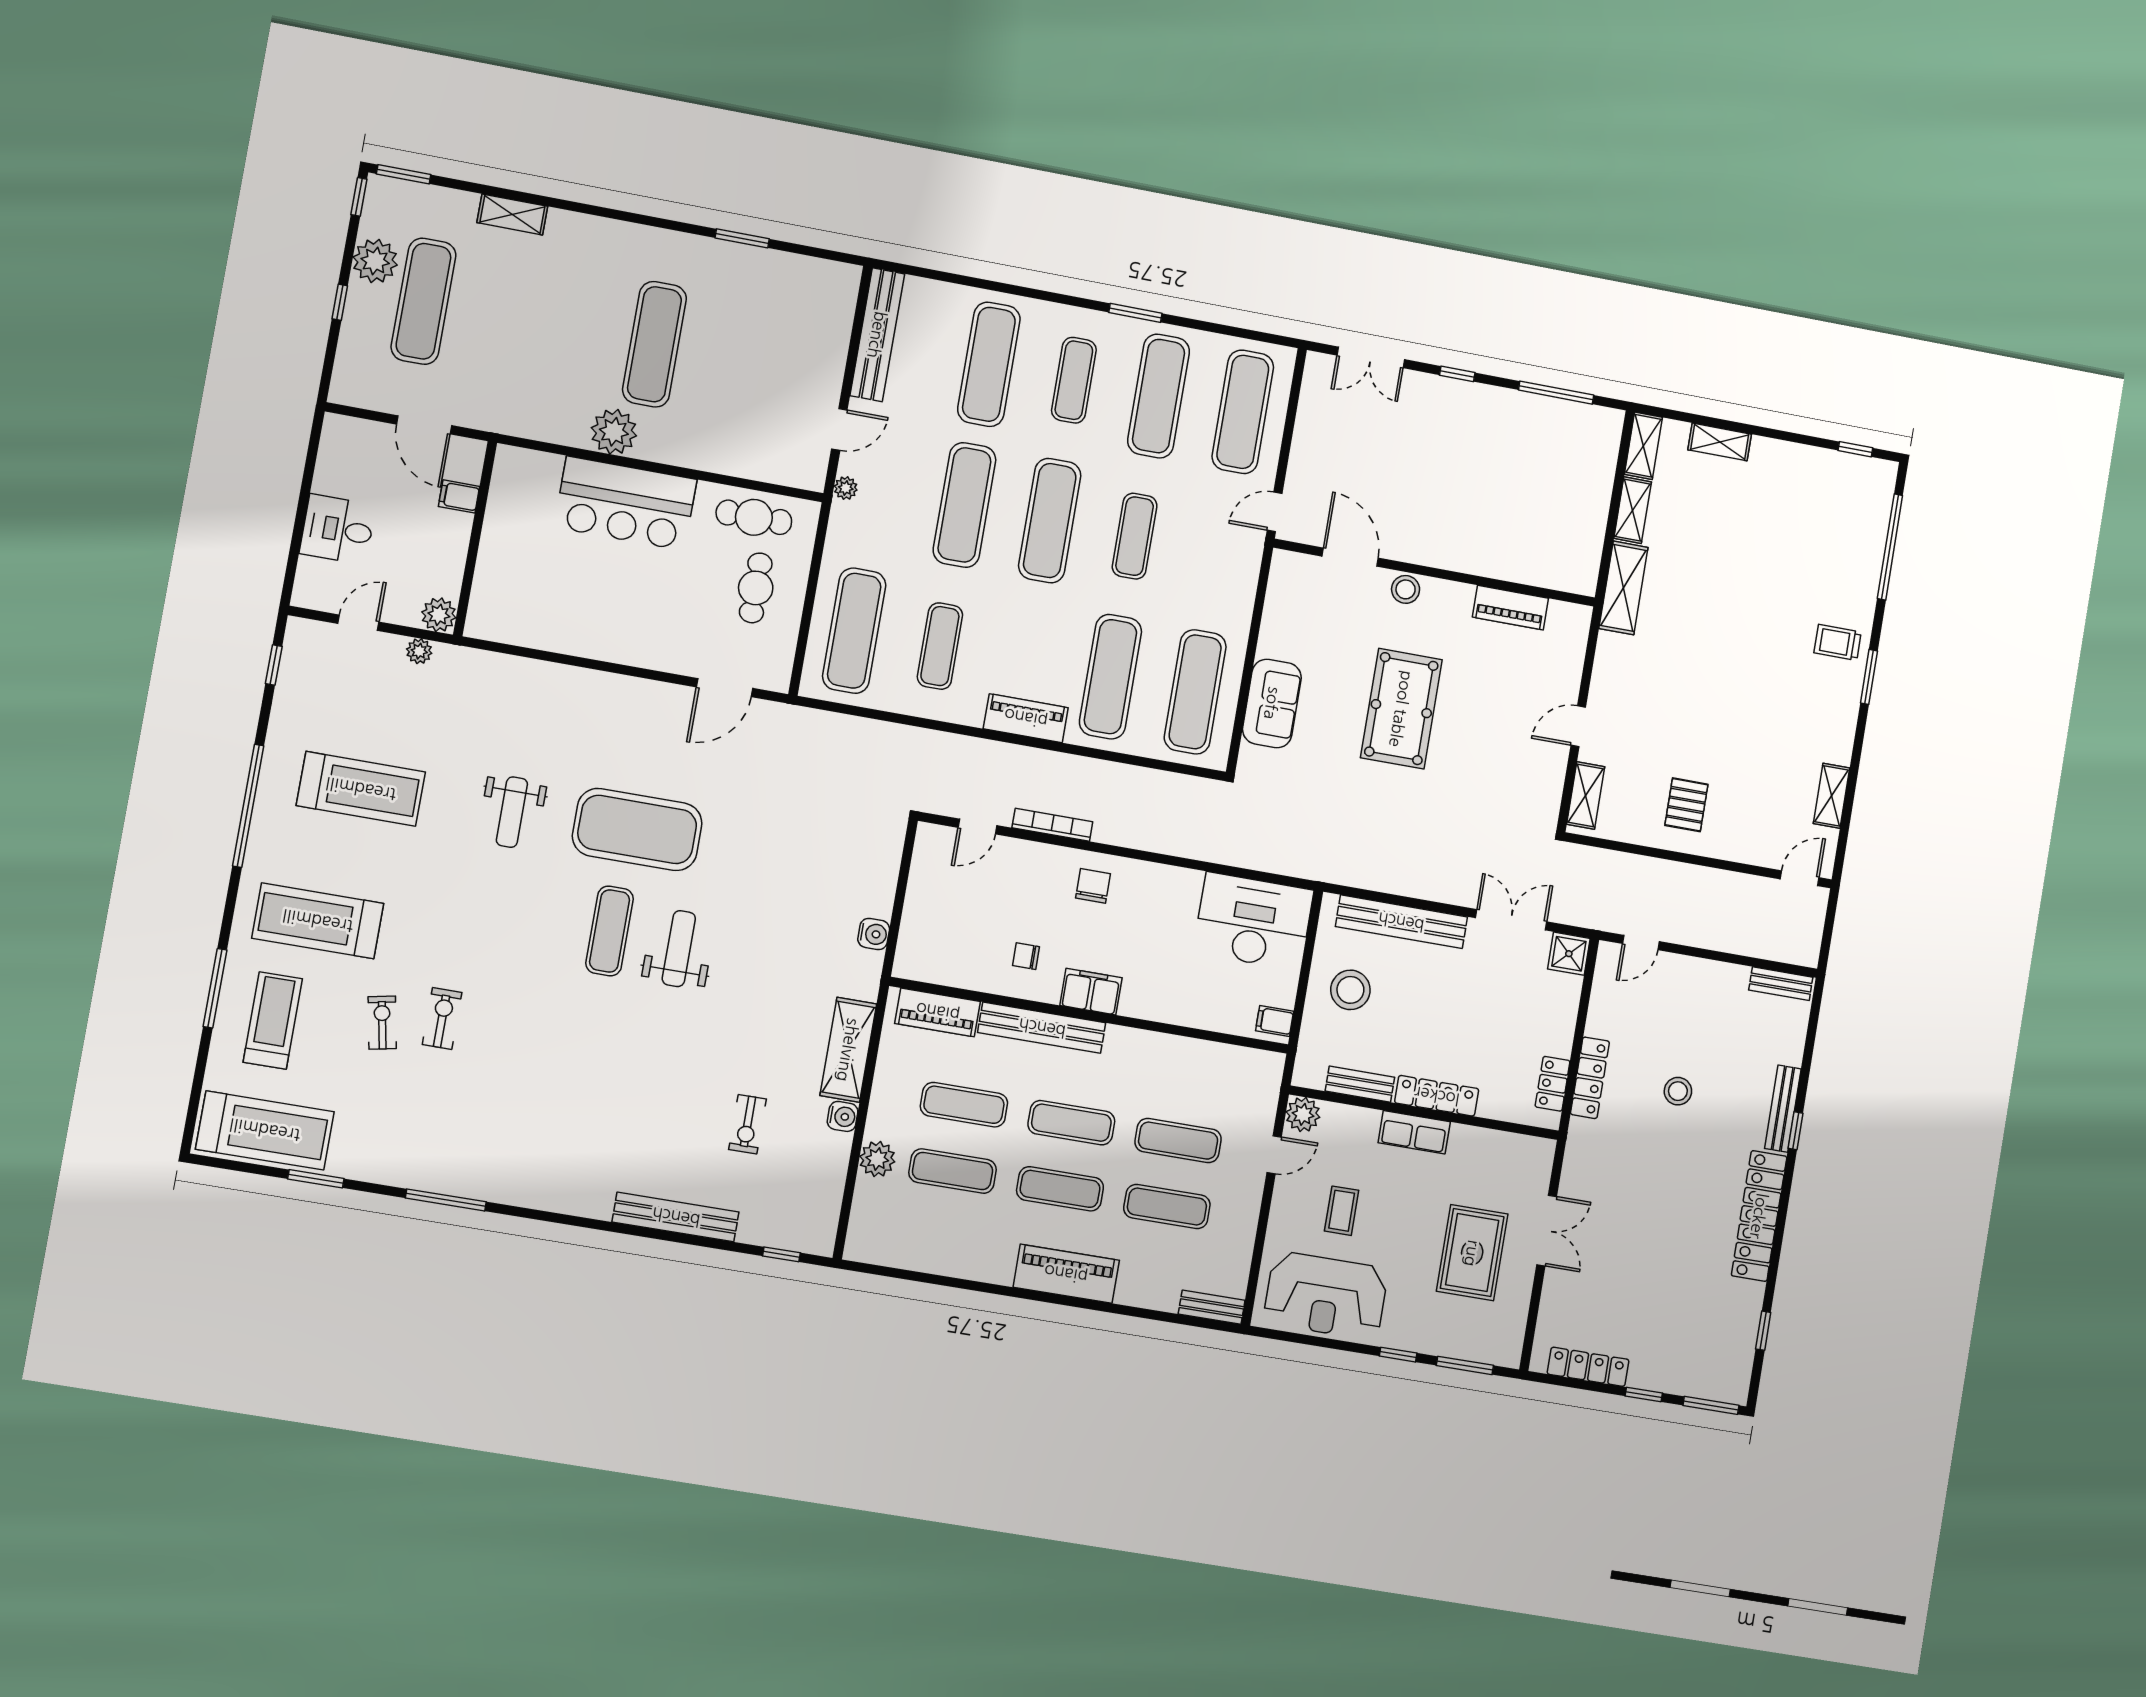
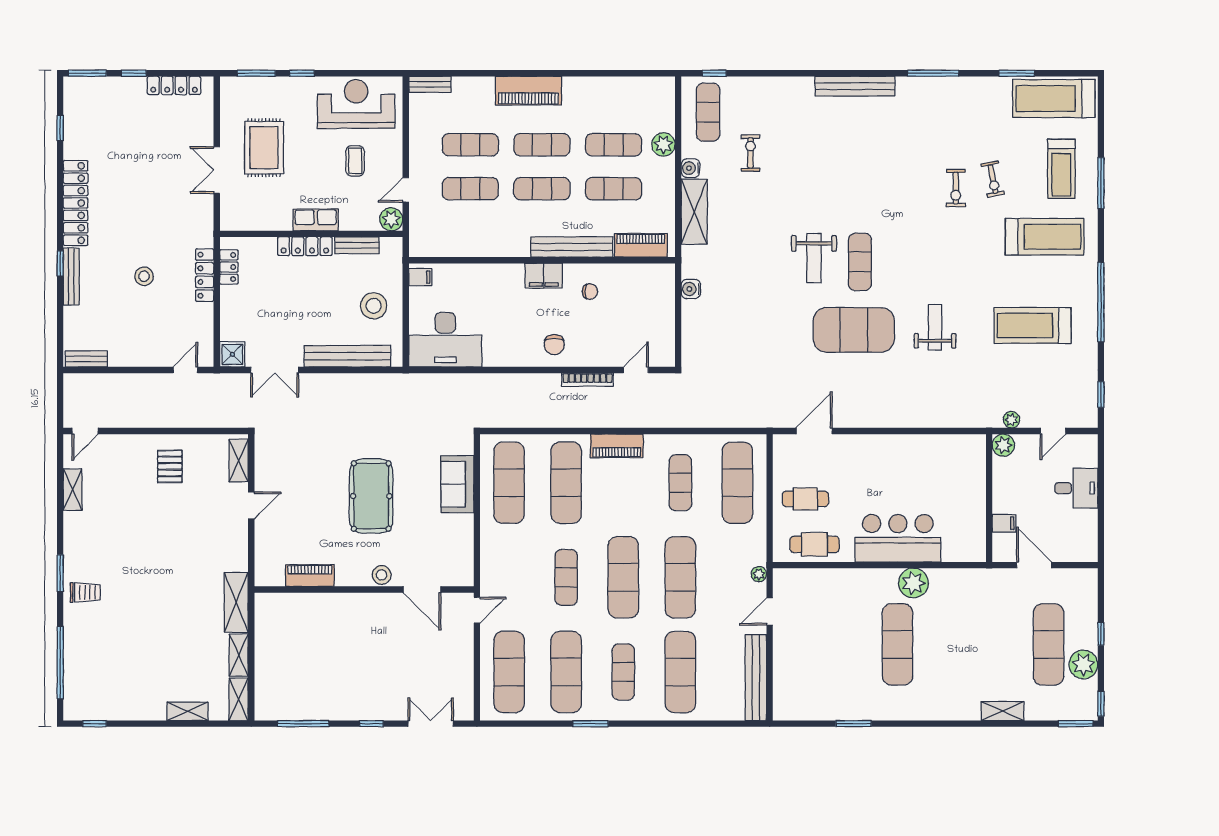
cafe table: (756, 588) -> (805, 499), turned 90
exercise mat: (801, 1197) -> (708, 112), added
bench: (676, 1217) -> (855, 86), moved

